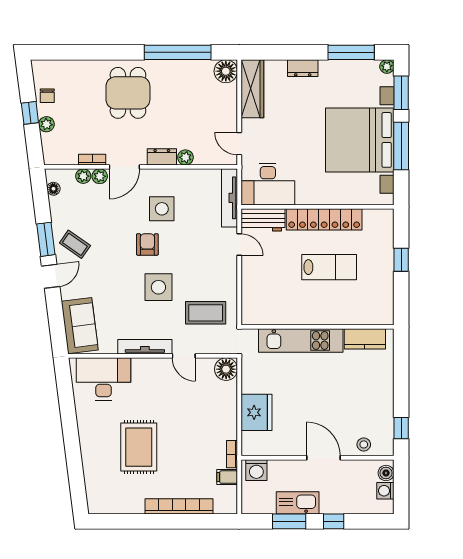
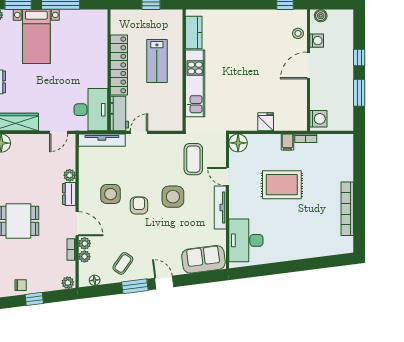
plant: (46, 124) -> (68, 283), moved
bed with nightstands: (360, 140) -> (36, 37), width x0.54
coffee table: (75, 244) -> (123, 263), moved
armchair: (147, 244) -> (139, 205), turned 90
lab bench: (329, 267) -> (157, 61), turned 180
wall: (317, 327) -> (184, 70), moved
kitchen counter: (365, 339) -> (194, 32), moved
kitchen unit: (301, 341) -> (195, 83), moved
door: (184, 356) -> (228, 177), swing flipped
fridge: (257, 412) -> (266, 122), width x0.53, depth x0.75
rug: (139, 447) -> (282, 185), moved
filing cabinet: (227, 477) -> (287, 142), moved
washing machine: (385, 491) -> (317, 41), moved, turned -90
kitchen sink: (298, 503) -> (344, 86), removed
bookcase: (179, 506) -> (347, 209), moved

